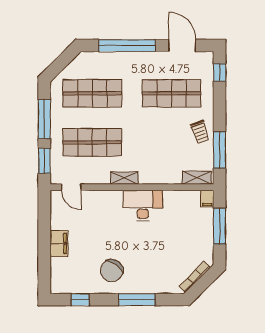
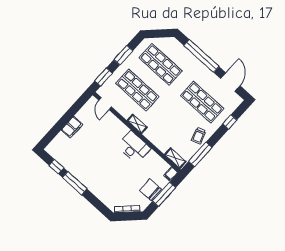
window: (220, 72) -> (230, 122), moved
window: (44, 119) -> (123, 55), width x0.69
chair: (112, 271) -> (150, 190), moved, turned 54
window: (137, 300) -> (75, 183), moved

